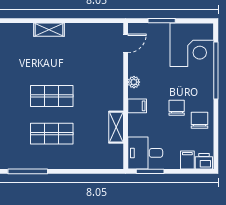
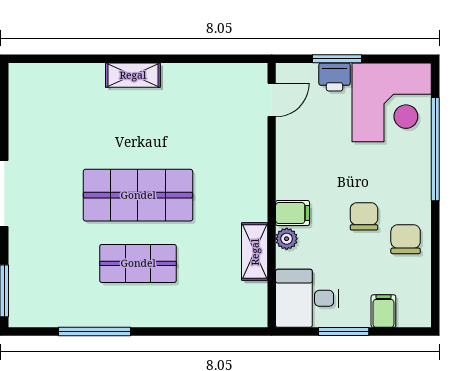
plant: (134, 82) -> (287, 239), moved
shop shelf: (52, 96) -> (138, 195), width x1.43, depth x1.36
printer: (204, 161) -> (335, 77), moved, turned 180
window: (150, 171) -> (344, 332), moved

